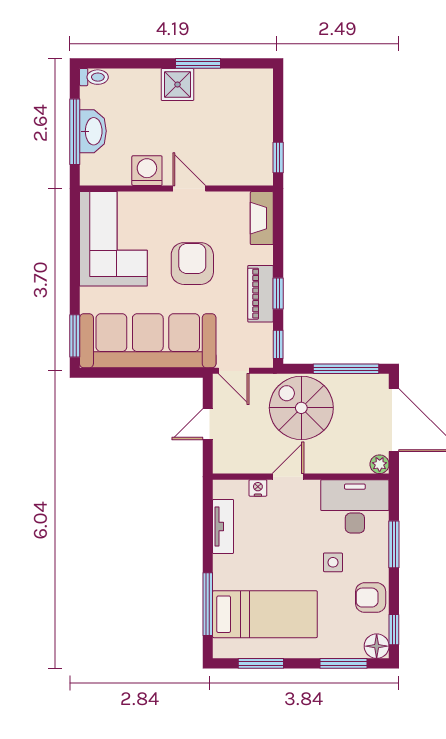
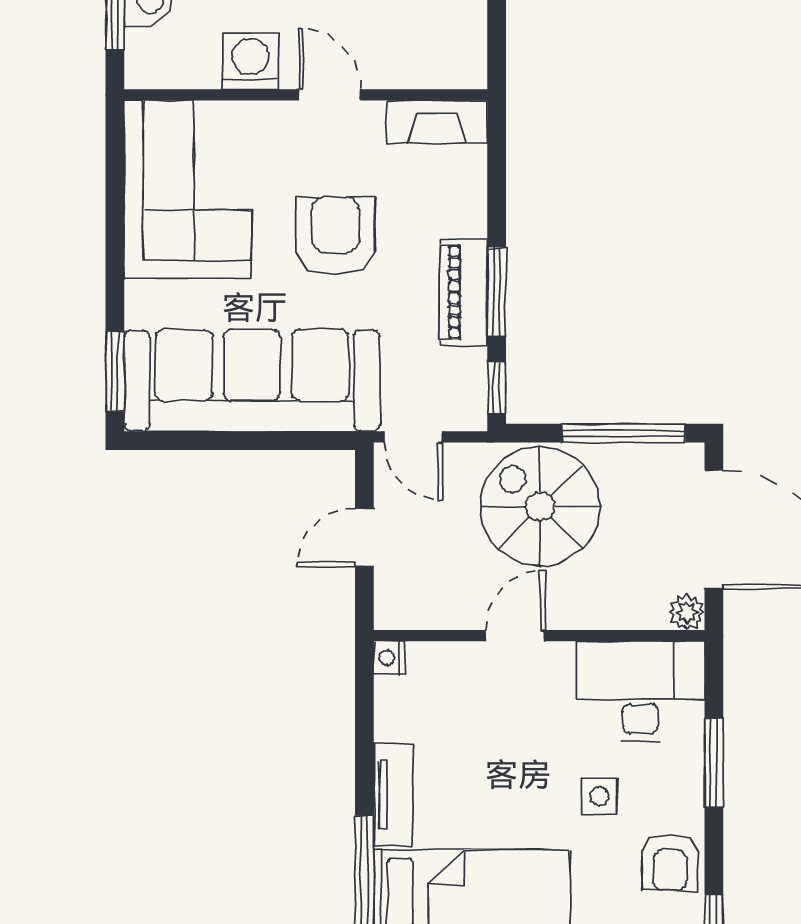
window: (278, 158) -> (497, 37), removed
fireplace: (262, 218) -> (437, 122), moved, turned -90
window: (278, 293) -> (497, 292), width x1.50
nightstand: (258, 488) -> (389, 658), moved, turned -90
tv unit: (223, 526) -> (393, 795), moved
armchair: (371, 598) -> (670, 862), turned -90

